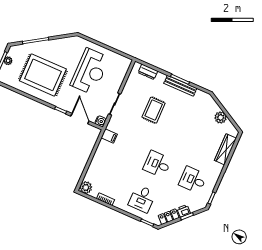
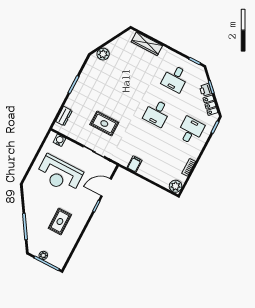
reception desk: (90, 71) -> (59, 174), turned 180
rug: (43, 75) -> (60, 222), width x0.54, depth x0.49
bench: (180, 86) -> (80, 85), removed
rug: (154, 110) -> (104, 124), moved
plant: (221, 117) -> (103, 54), moved
water cooler: (101, 121) -> (59, 140), moved
filing cabinet: (109, 136) -> (135, 164), moved
desk: (142, 199) -> (191, 131), turned -90

